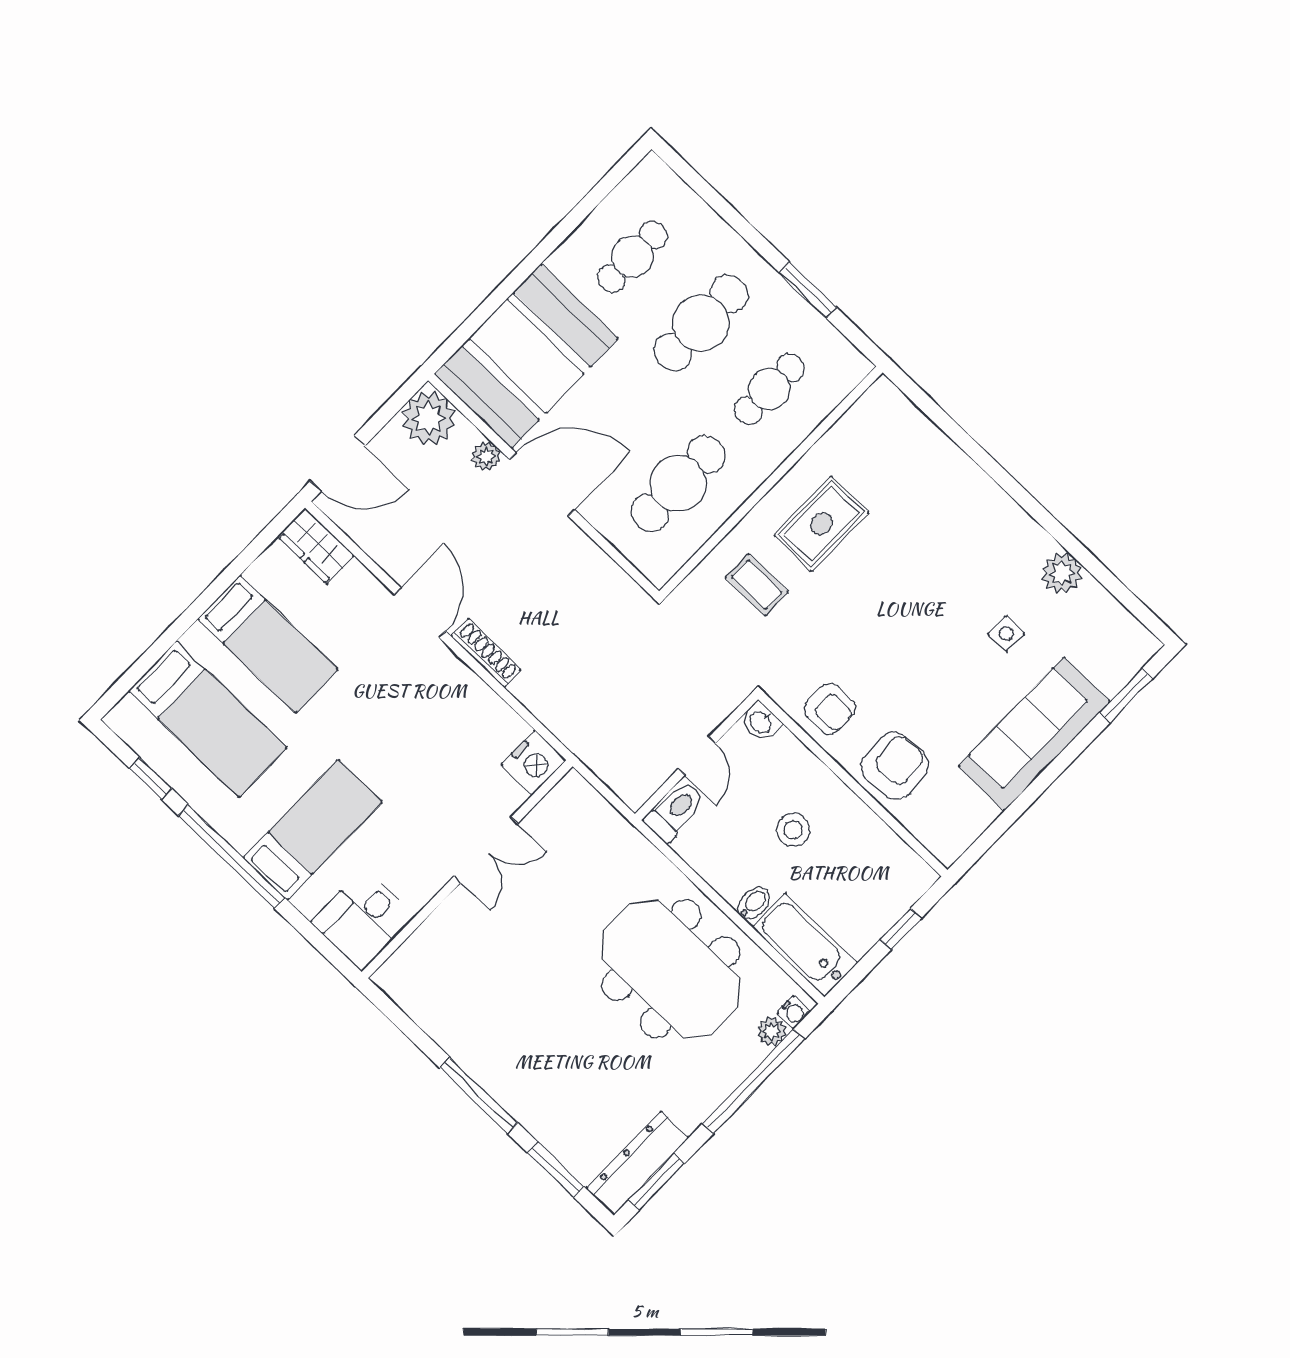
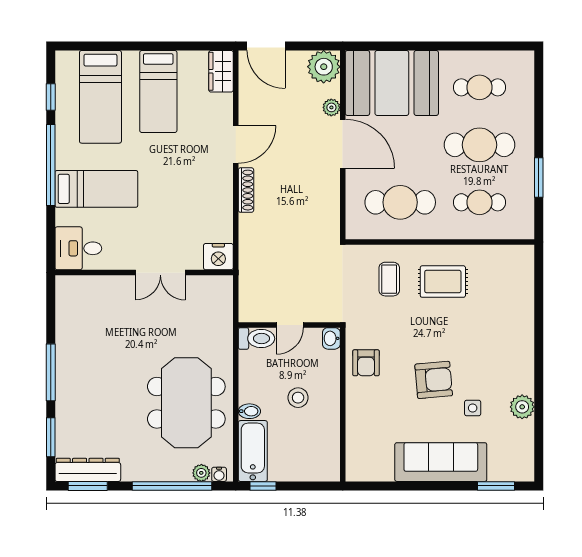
armchair: (895, 766) -> (434, 380), moved
window: (901, 929) -> (263, 486), moved

